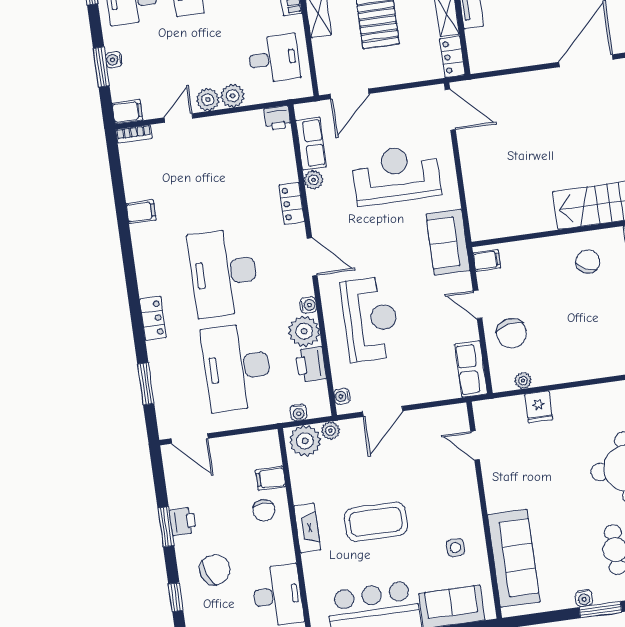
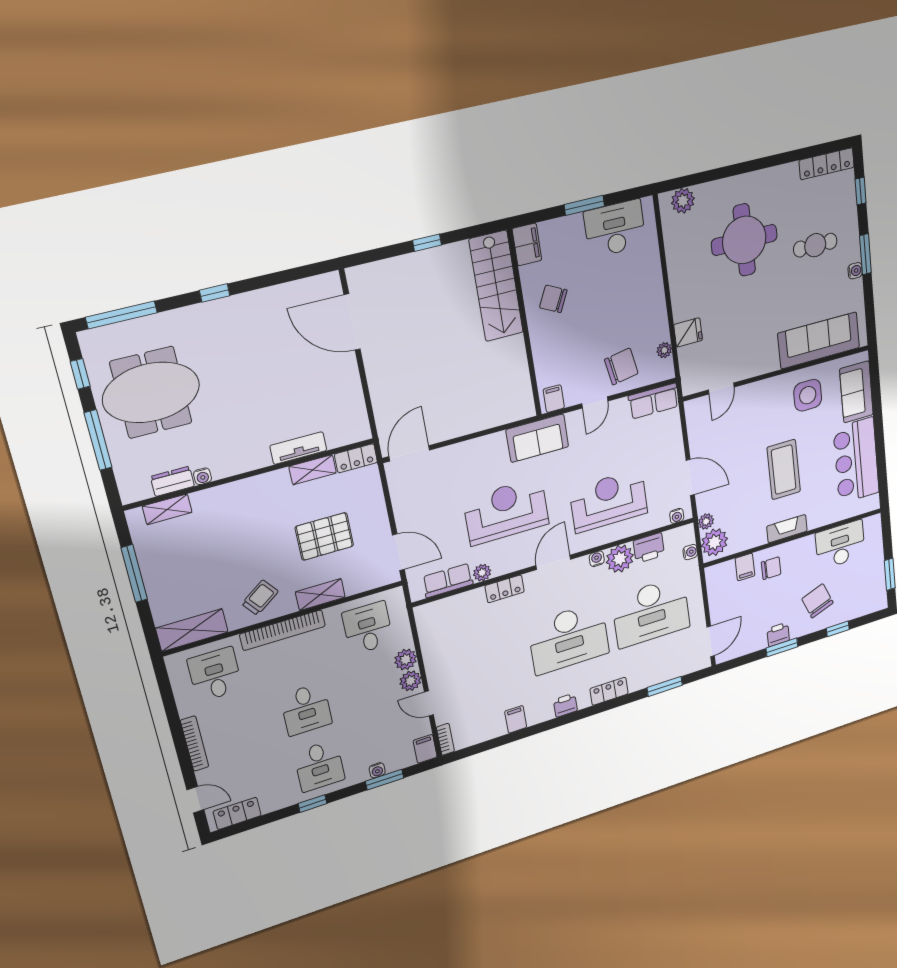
printer: (277, 118) -> (565, 705), moved, turned -90
reception desk: (396, 175) -> (506, 511), moved, turned 90
side table: (455, 548) -> (808, 395), width x1.87, depth x1.87

